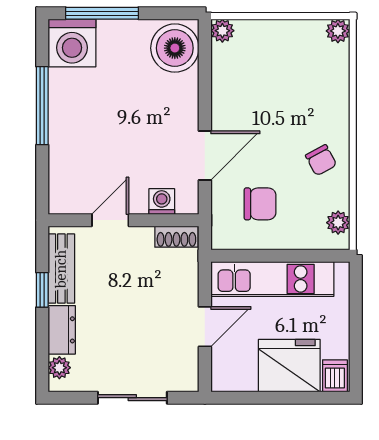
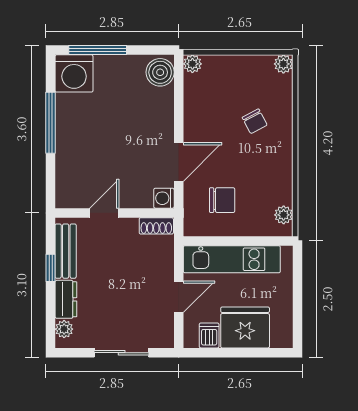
boiler: (175, 48) -> (160, 72), width x0.73, depth x0.73
chair: (321, 160) -> (255, 121), moved
washing machine: (162, 201) -> (164, 198), moved, turned -90
dishwasher: (335, 376) -> (209, 335), moved

